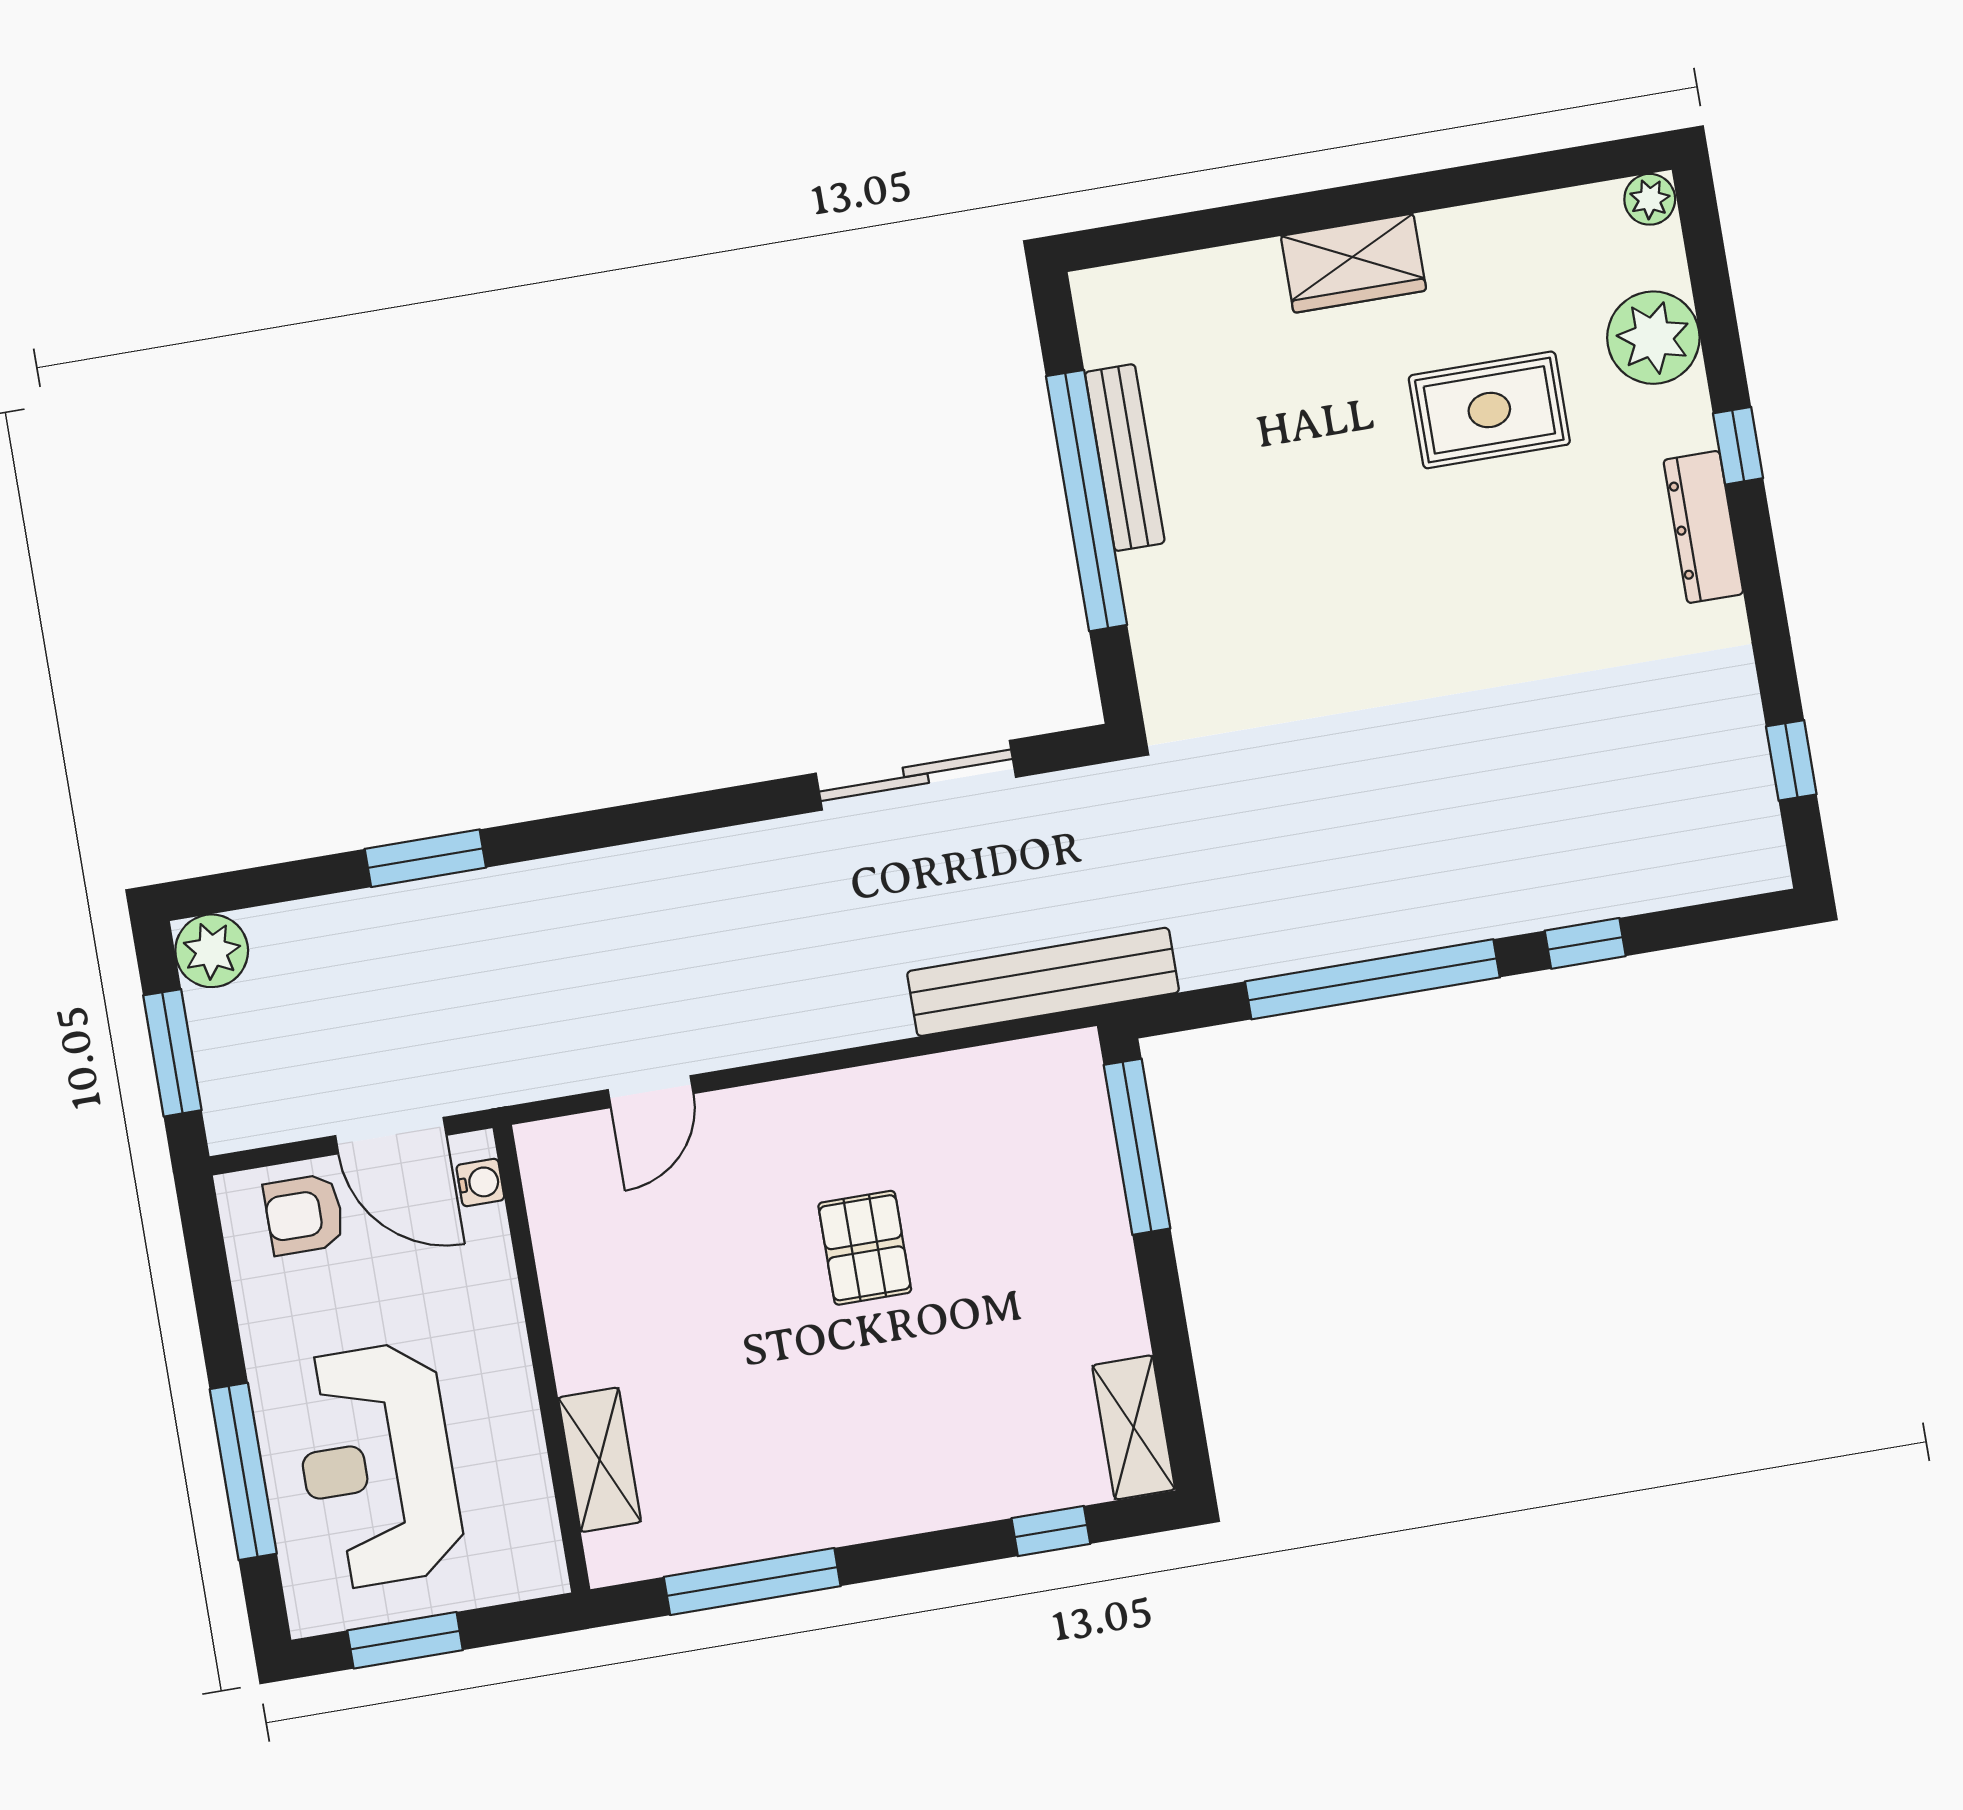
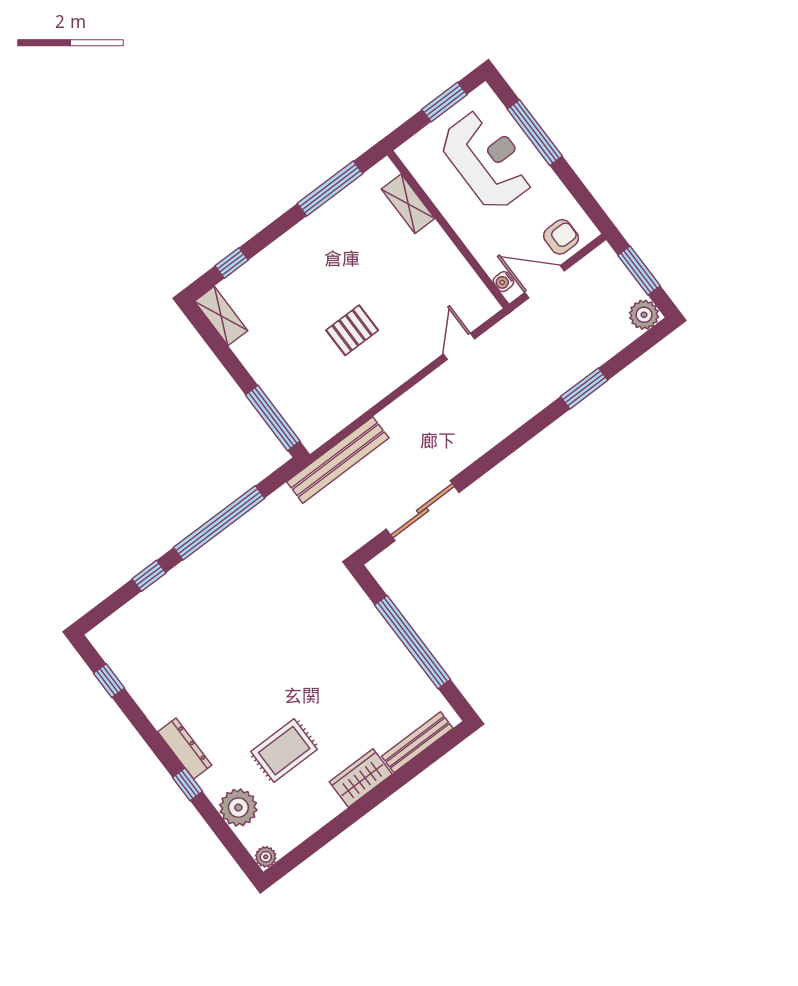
bench: (1125, 458) -> (417, 742), moved, turned 90
pallet: (865, 1248) -> (352, 330), turned 90

